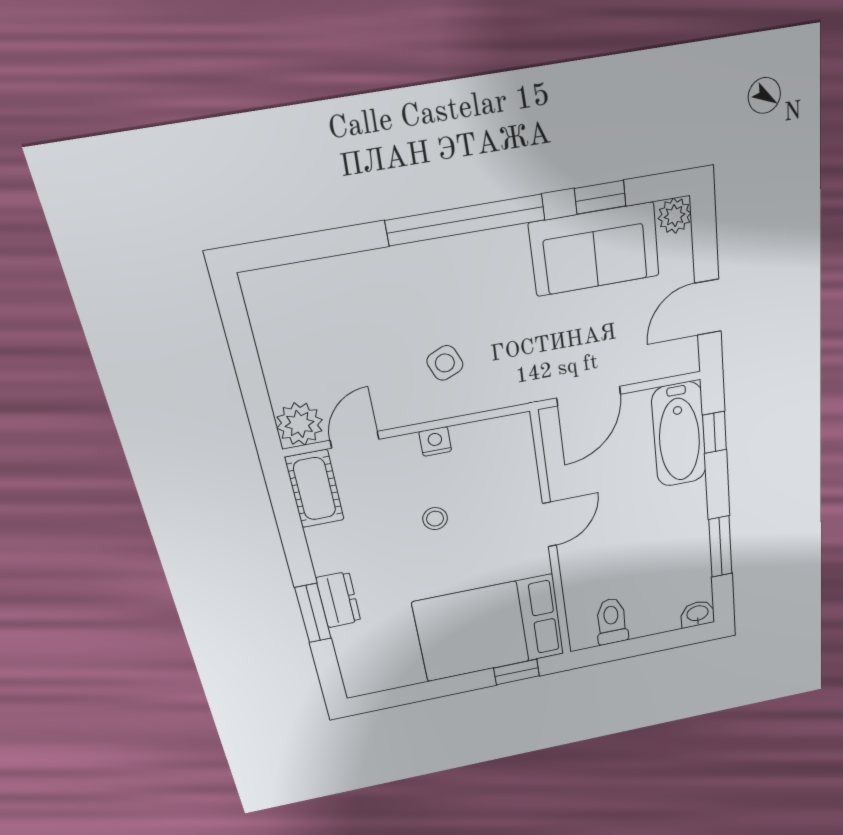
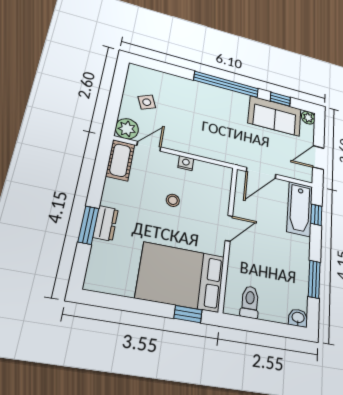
side table: (445, 363) -> (147, 102), moved

